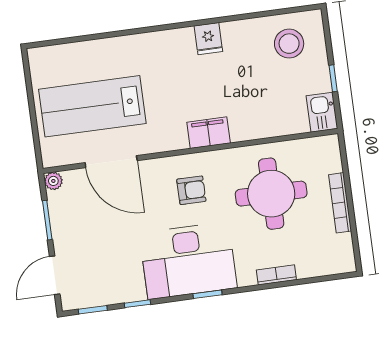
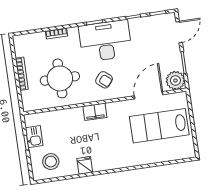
fridge: (208, 39) -> (85, 165), moved
lab bench: (92, 106) -> (159, 126), turned 180
kitchen sink: (322, 112) -> (34, 137), moved
door: (111, 162) -> (149, 95), hinge flipped
plant: (53, 181) -> (175, 80), width x1.88, depth x1.88
armchair: (191, 190) -> (104, 80), turned -140

